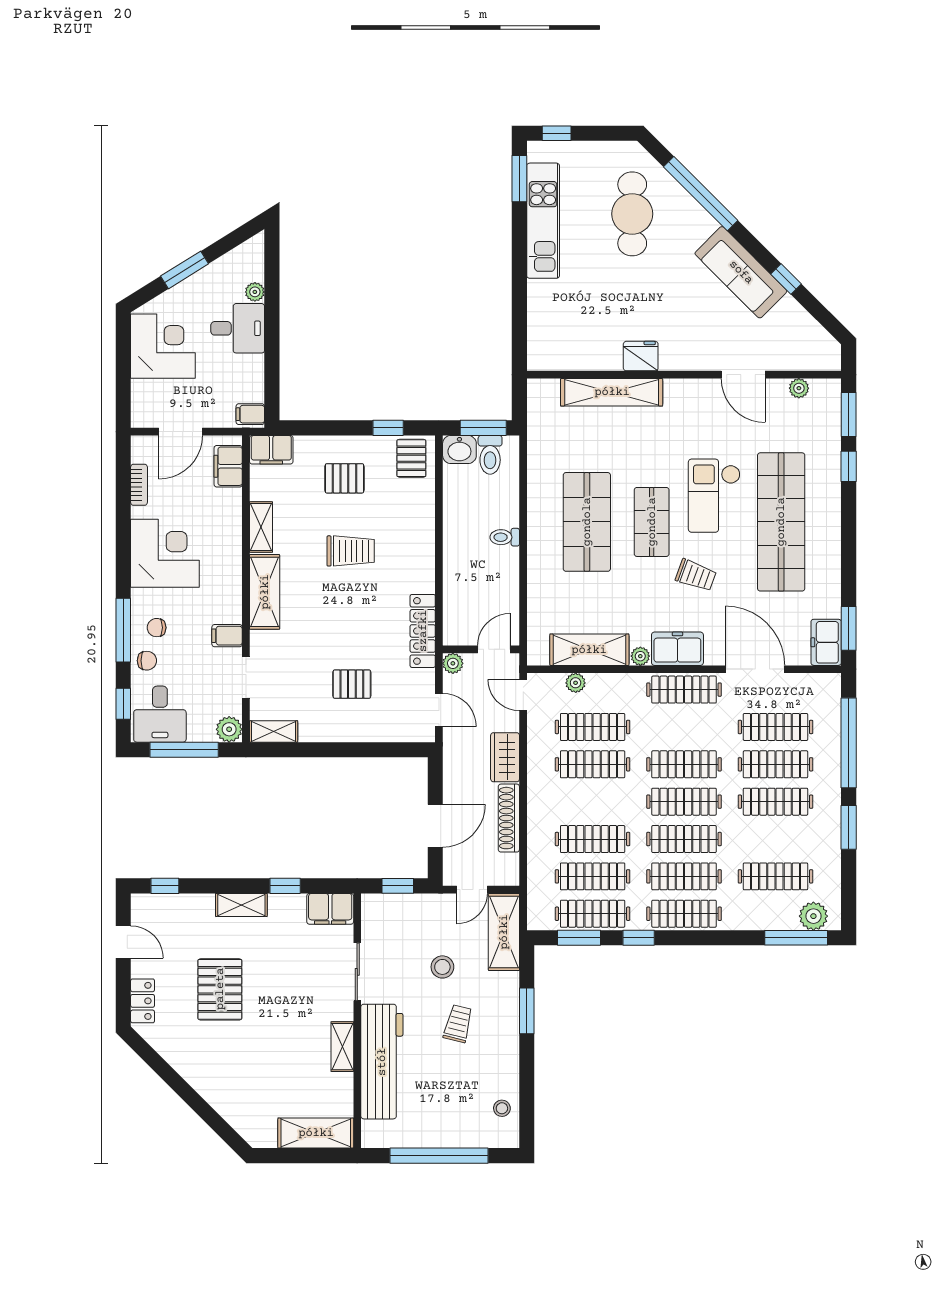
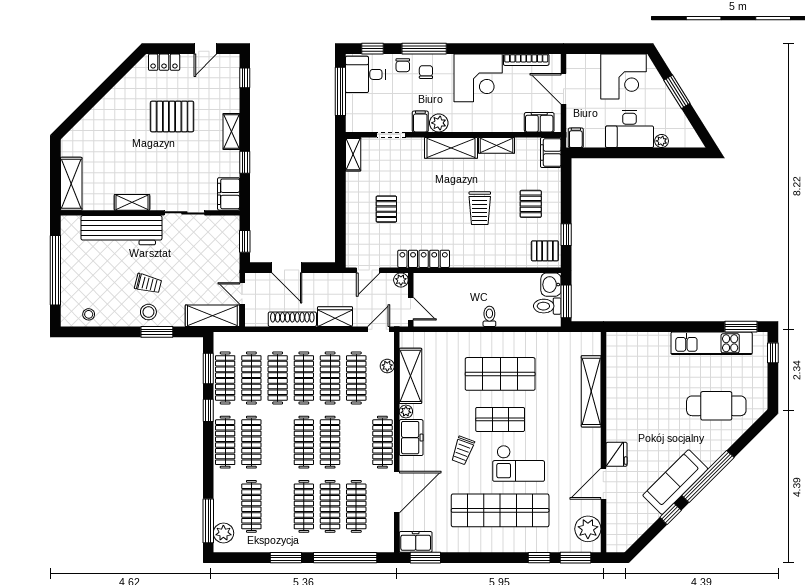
window: (701, 194) -> (708, 476), moved
desk: (238, 328) -> (630, 129), width x1.37
fridge: (641, 356) -> (617, 454), moved
plant: (799, 388) -> (588, 529), width x1.87, depth x1.87
bookcase: (139, 485) -> (526, 60), width x1.56
checkout: (714, 496) -> (519, 463), turned 180
plant: (229, 729) -> (439, 123), moved
clothes rail: (684, 839) -> (304, 378), moved
stool: (442, 967) -> (148, 312), moved

